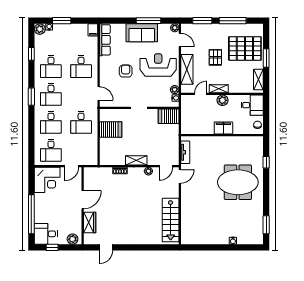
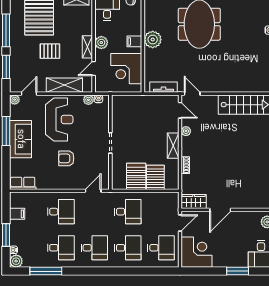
filing cabinet: (93, 30) -> (17, 214), moved
row of seats: (105, 40) -> (23, 183), width x0.68
window: (31, 54) -> (46, 271), width x2.17
reception desk: (158, 65) -> (59, 119), turned 180
door: (201, 94) -> (94, 69), hinge flipped
window: (31, 97) -> (97, 271), removed
server rack: (169, 116) -> (155, 177), moved, turned 180
corner desk: (201, 121) -> (126, 69), added
filing cabinet: (223, 128) -> (134, 41), width x0.50
plant: (225, 143) -> (153, 40), added
door: (72, 166) -> (180, 223), hinge flipped
door: (83, 200) -> (220, 210), swing flipped
window: (31, 214) -> (238, 271), width x0.47
wardrobe: (90, 223) -> (194, 202), moved

